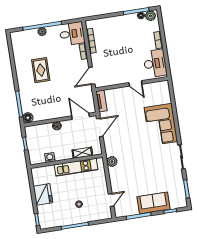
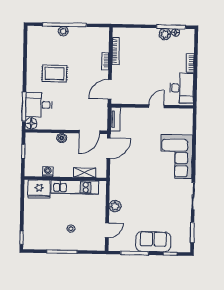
plant: (150, 16) -> (165, 34), moved
desk: (72, 34) -> (39, 105), moved, turned 180
rug: (41, 70) -> (55, 73), turned 90
door: (135, 83) -> (156, 106), swing flipped
door: (80, 116) -> (89, 132), swing flipped
plant: (112, 162) -> (115, 206), moved
fridge: (43, 194) -> (39, 189), moved, turned 90

